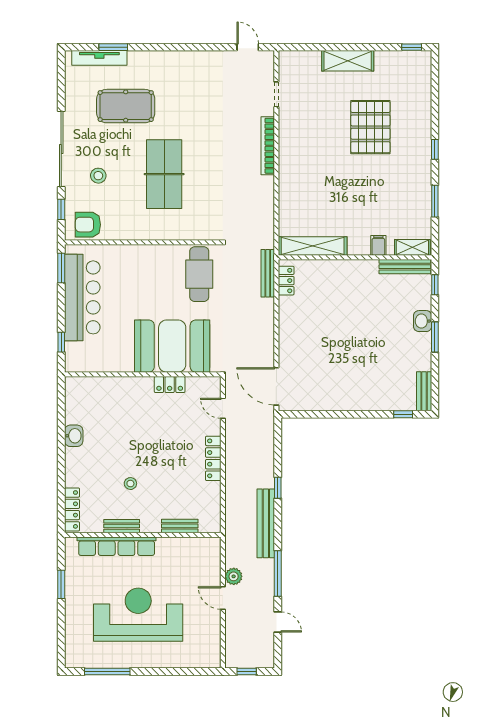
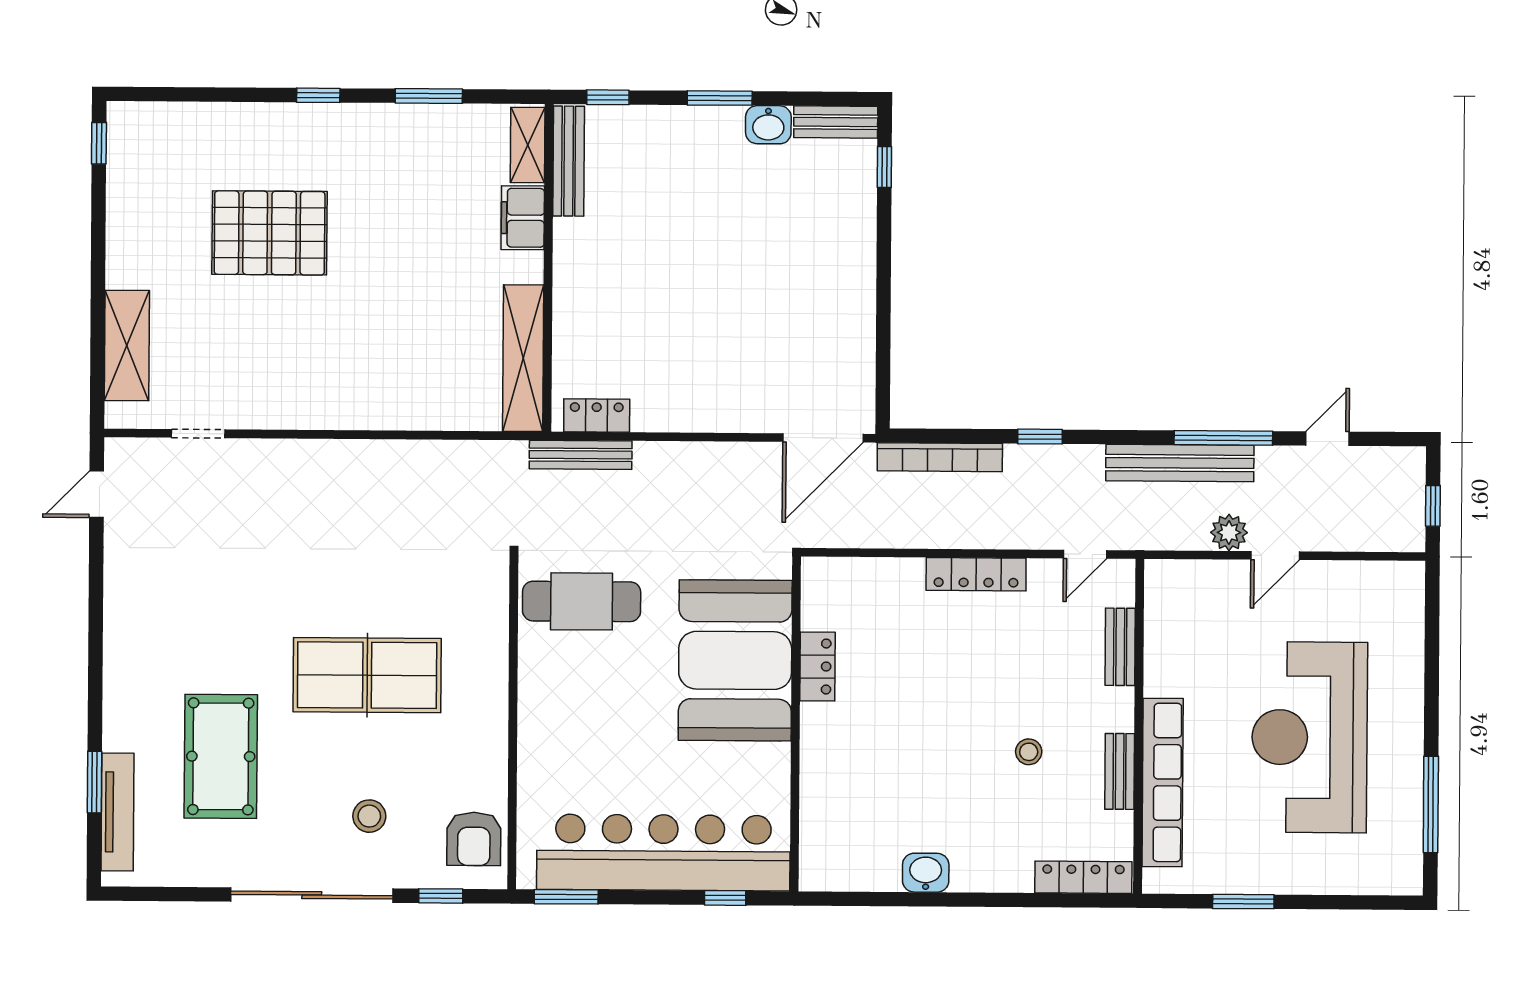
shelving: (348, 61) -> (127, 345), moved
bookcase: (268, 146) -> (940, 457), moved
filing cabinet: (378, 245) -> (523, 218), width x2.00
bar counter: (82, 297) -> (663, 853), width x1.36
washbasin: (423, 321) -> (768, 125), moved
door: (223, 408) -> (1085, 554), moved
bench: (266, 523) -> (1180, 463), moved

